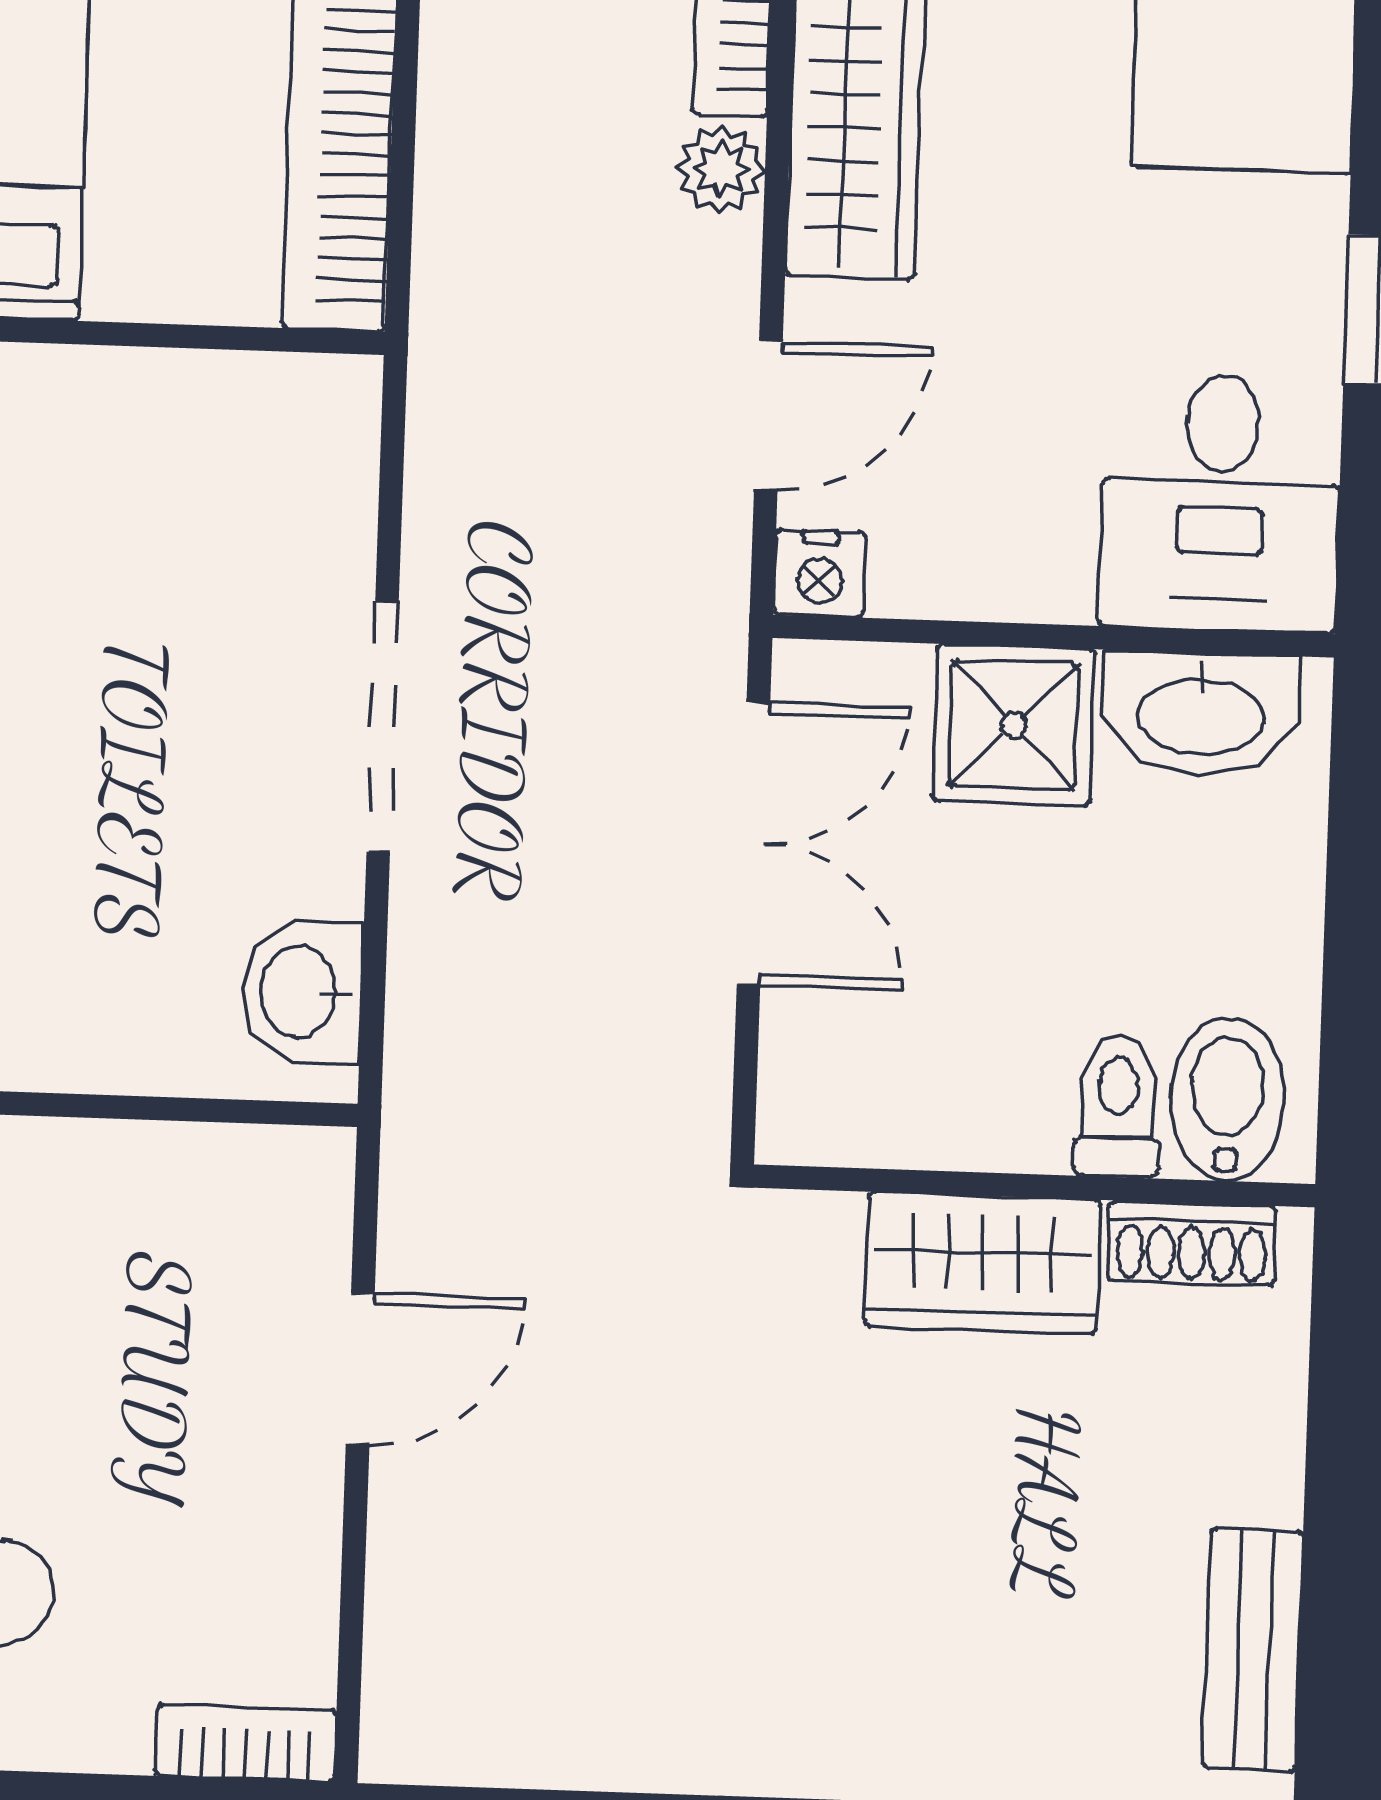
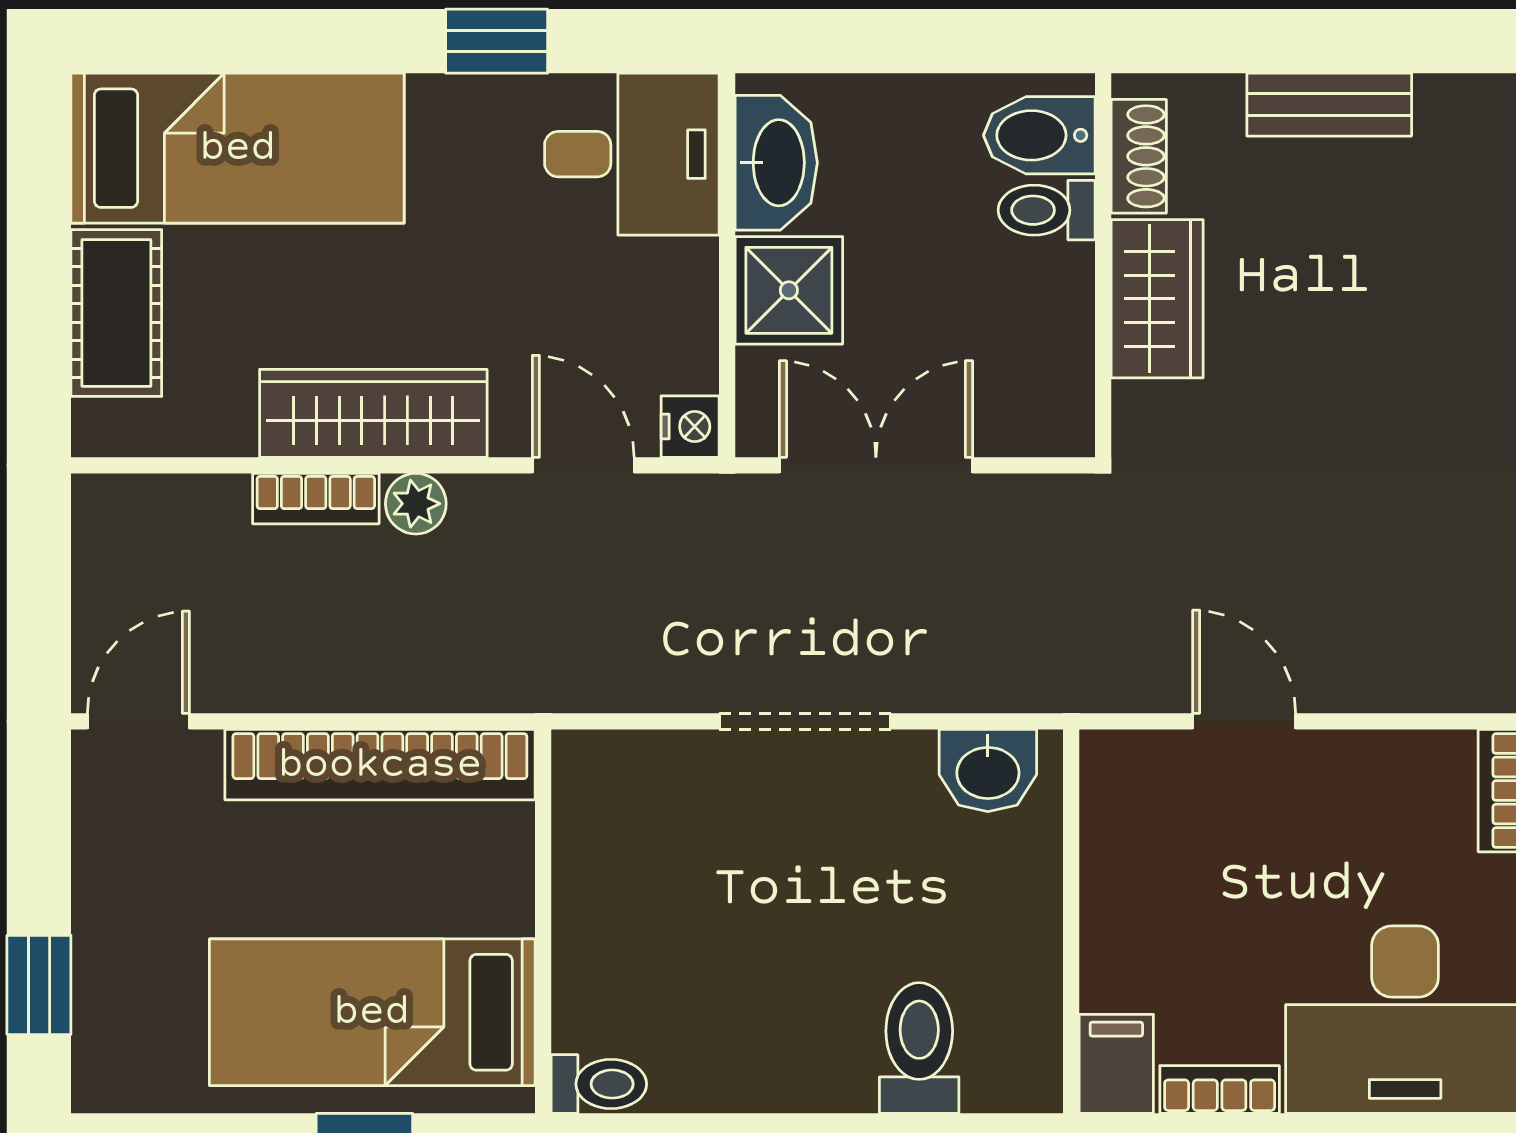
bench: (1253, 1650) -> (1329, 105), moved

